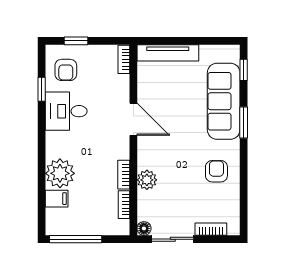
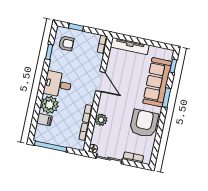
armchair: (66, 70) -> (66, 43), turned -90
desk: (66, 111) -> (58, 84), moved
armchair: (216, 171) -> (144, 123), width x1.88, depth x1.88

